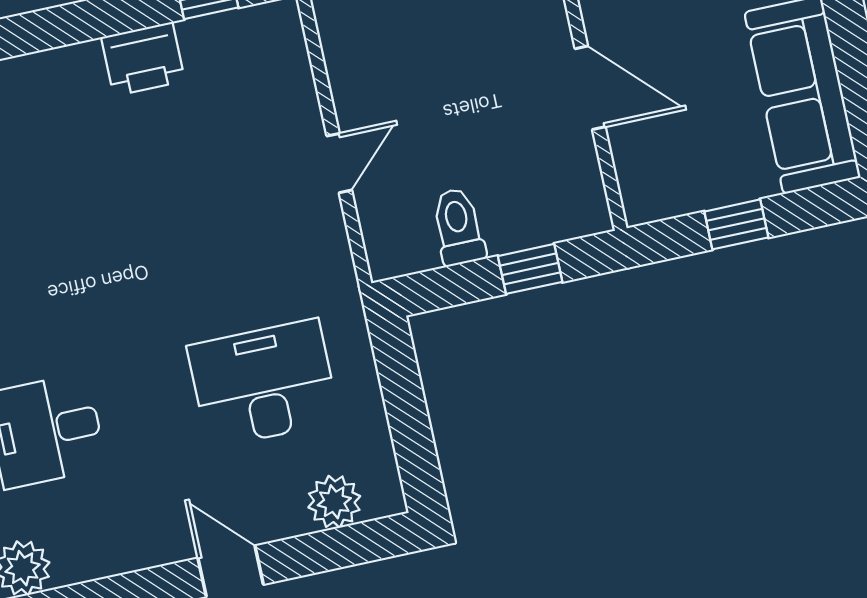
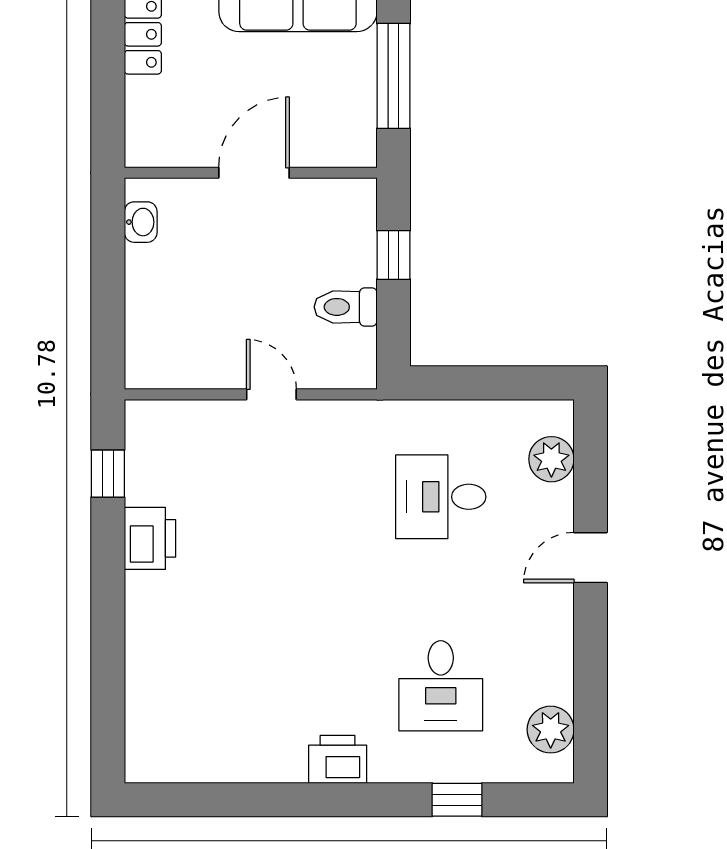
window: (736, 224) -> (393, 76), width x2.17
desk: (263, 384) -> (441, 497), width x0.73

